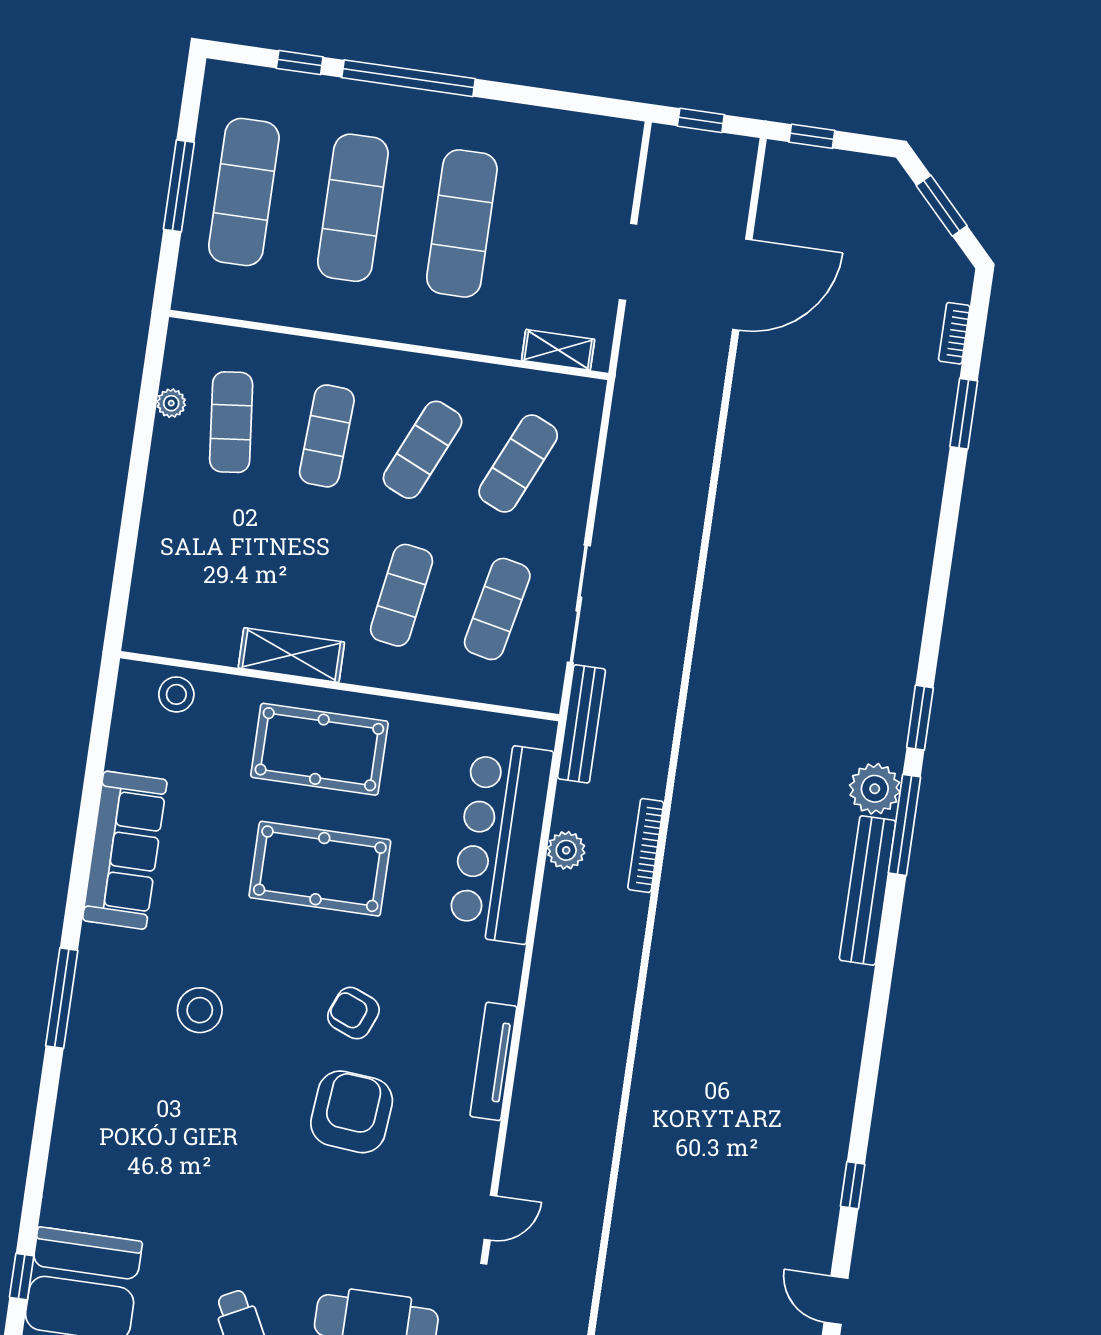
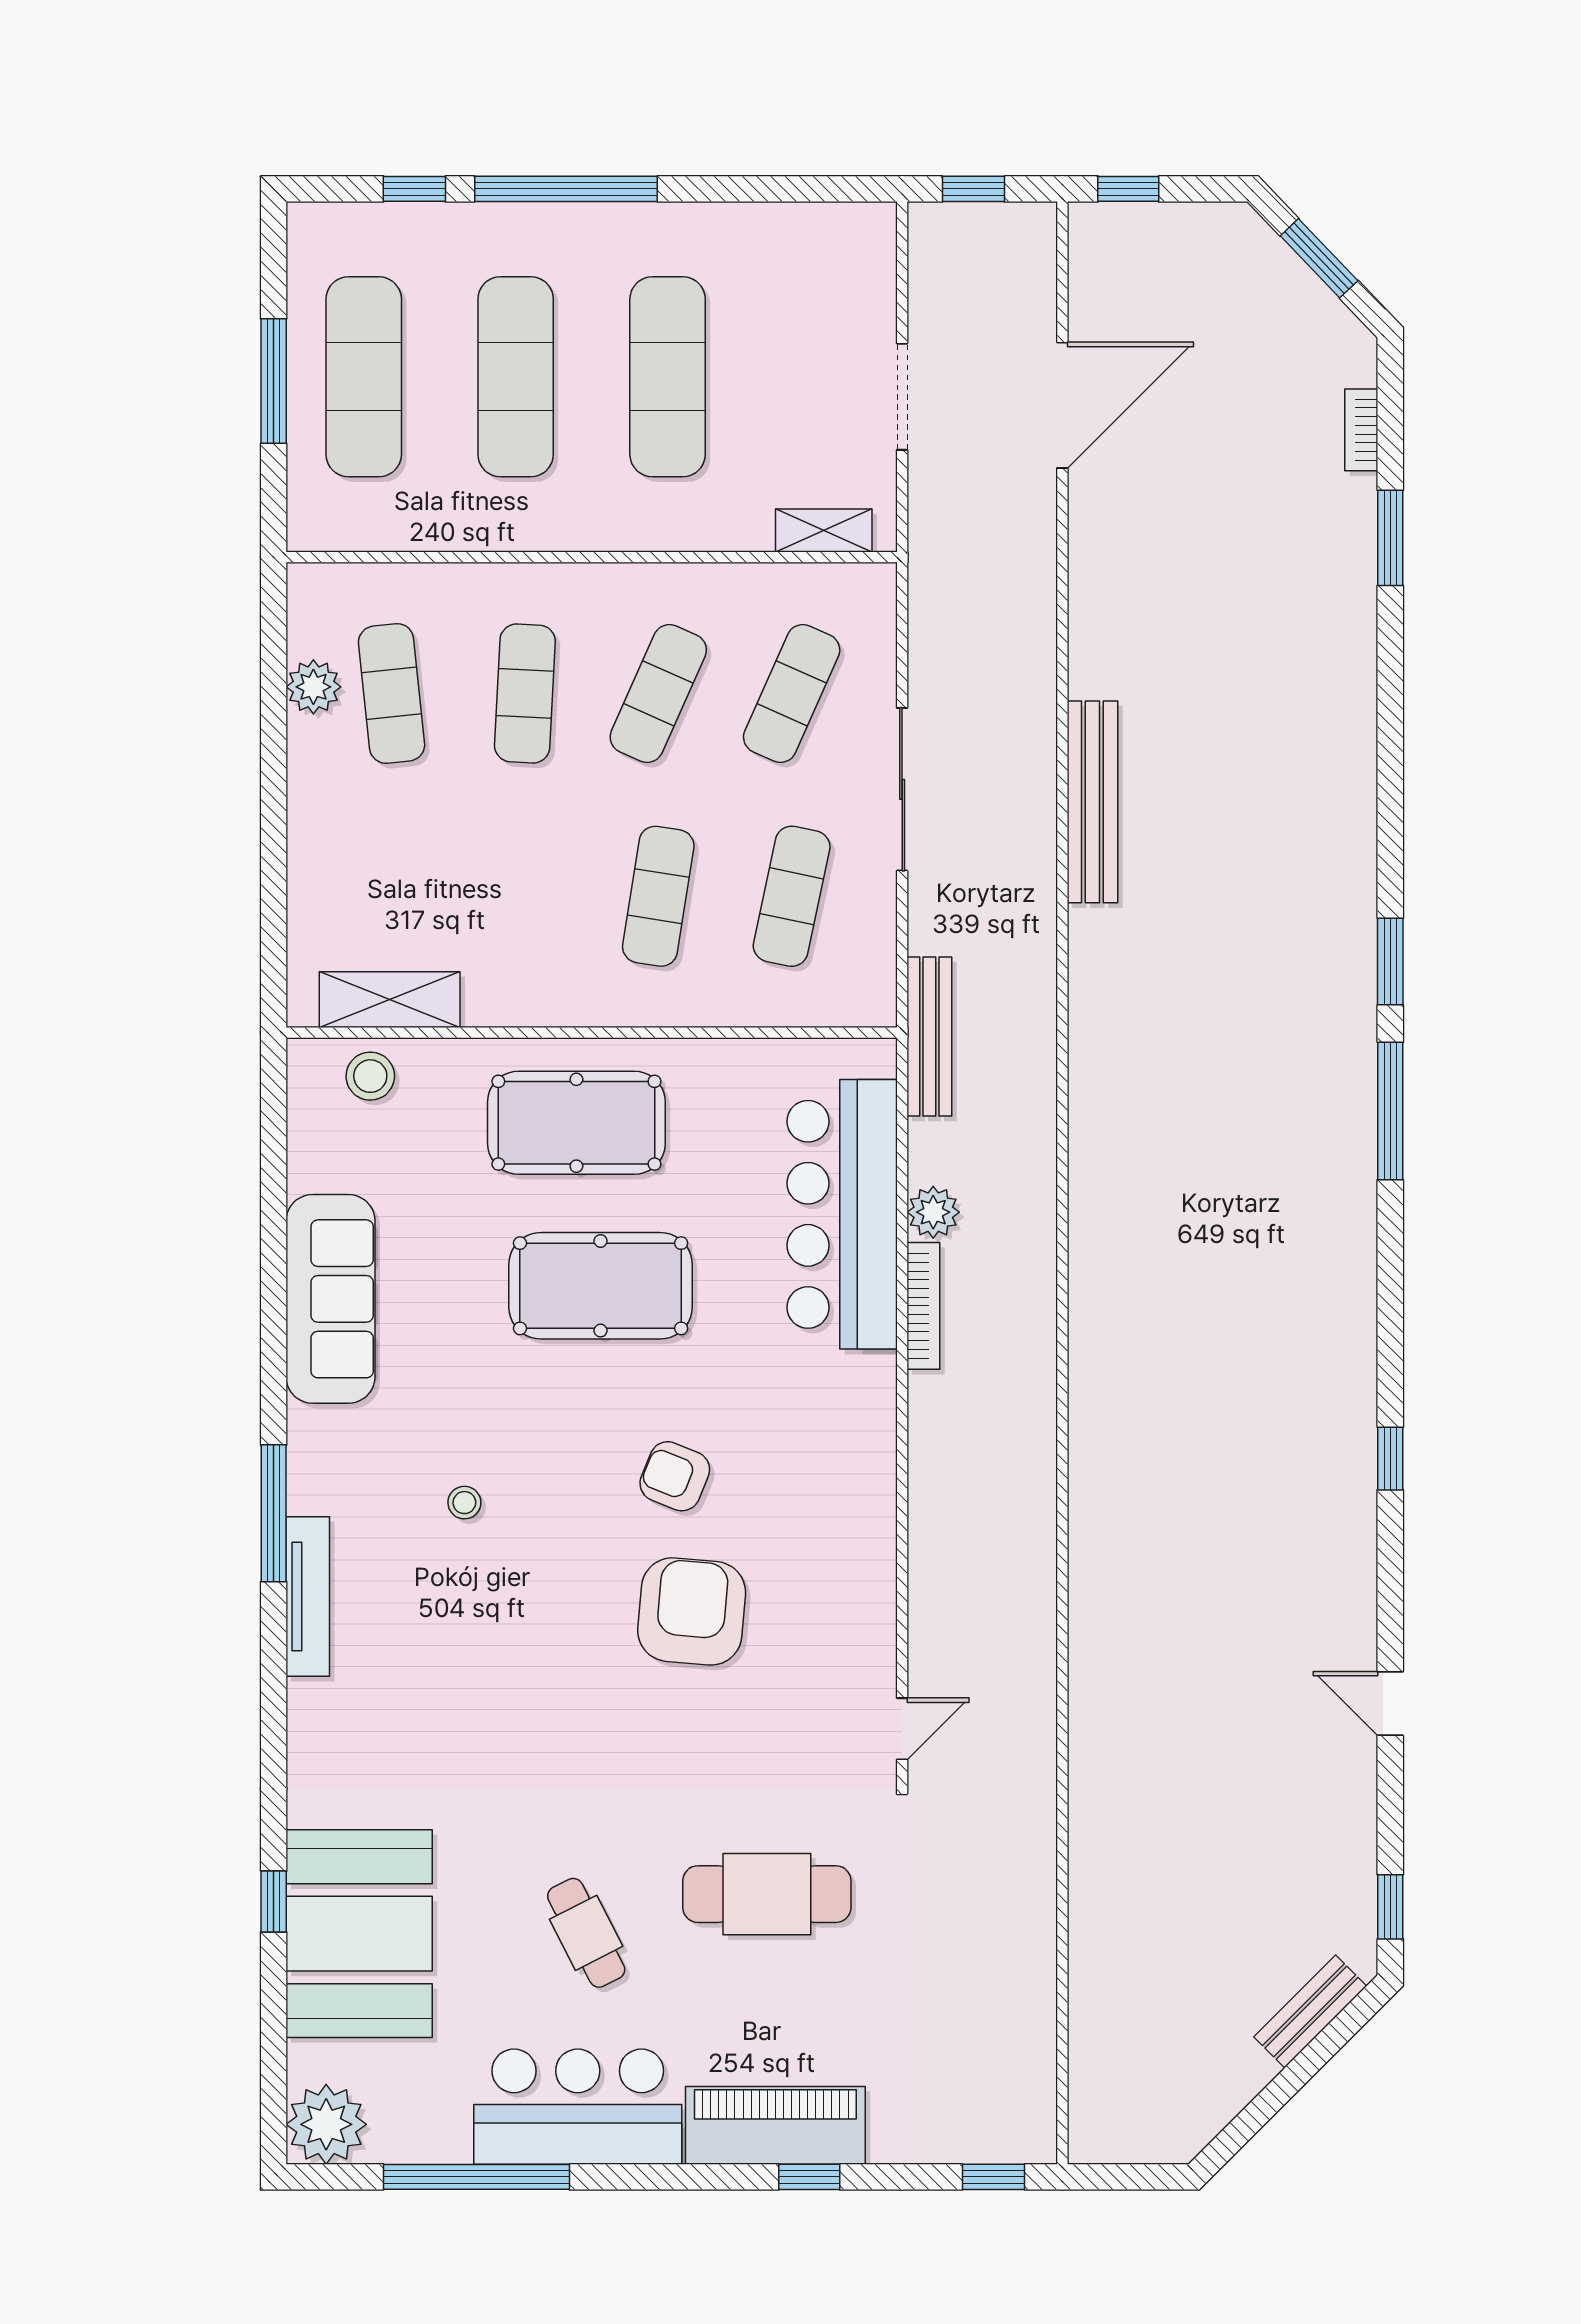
plant: (171, 403) -> (313, 687), width x1.38, depth x1.38
sliding door: (579, 604) -> (902, 789), moved
shelving: (291, 655) -> (390, 1000), moved
plant: (875, 789) -> (1342, 1067), removed
bookcase: (646, 845) -> (923, 1306), moved, turned 180
bench: (868, 890) -> (1092, 802), moved
stool: (200, 1010) -> (464, 1503), width x0.53, depth x0.53
tv unit: (493, 1061) -> (308, 1597), moved, turned 180
window: (853, 1185) -> (1390, 1459), moved
door: (836, 1300) -> (1390, 1704), moved

